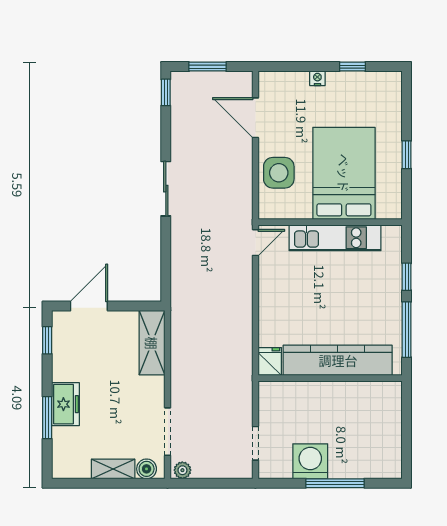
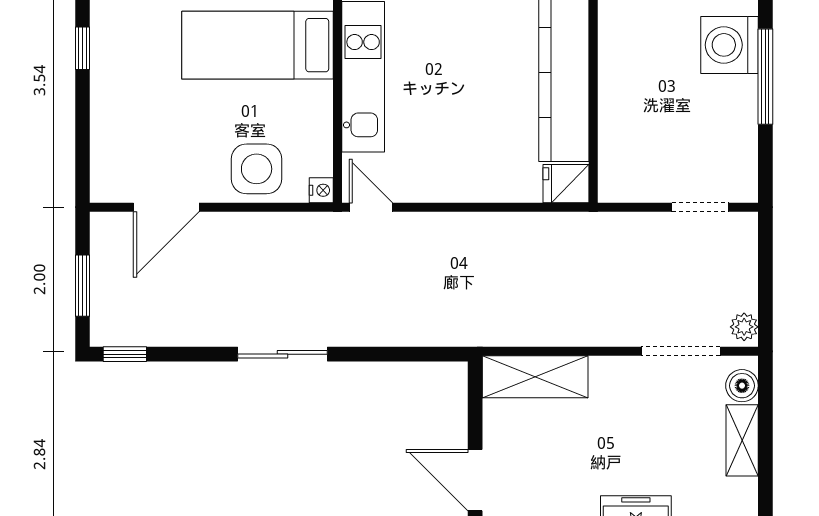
nightstand: (317, 78) -> (321, 190), moved, turned 180
bed: (344, 173) -> (258, 45), width x0.67
washing machine: (310, 461) -> (730, 45), moved

